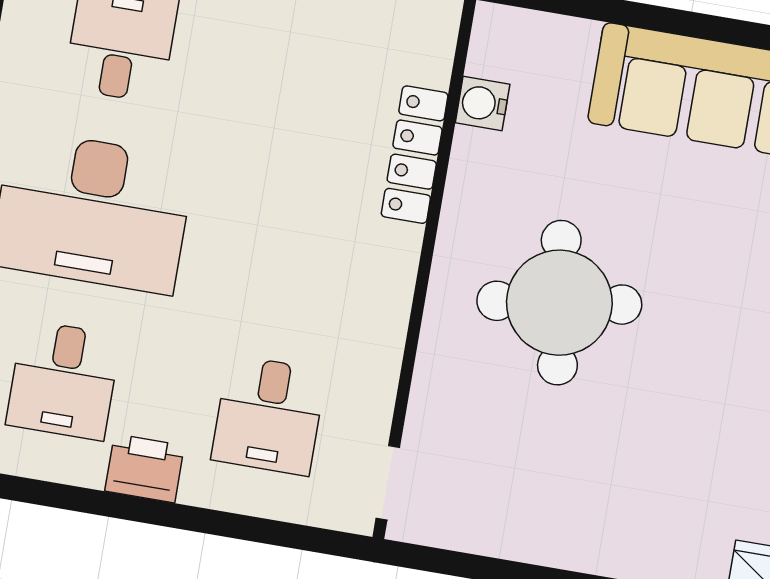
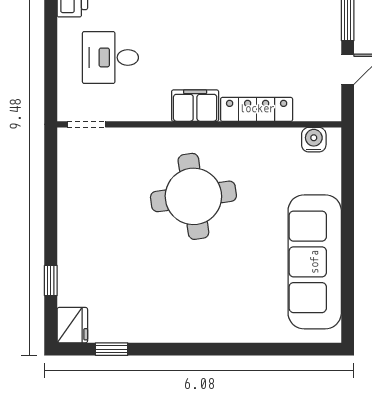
water cooler: (483, 103) -> (314, 140), moved
filing cabinet: (388, 270) -> (195, 106), added

